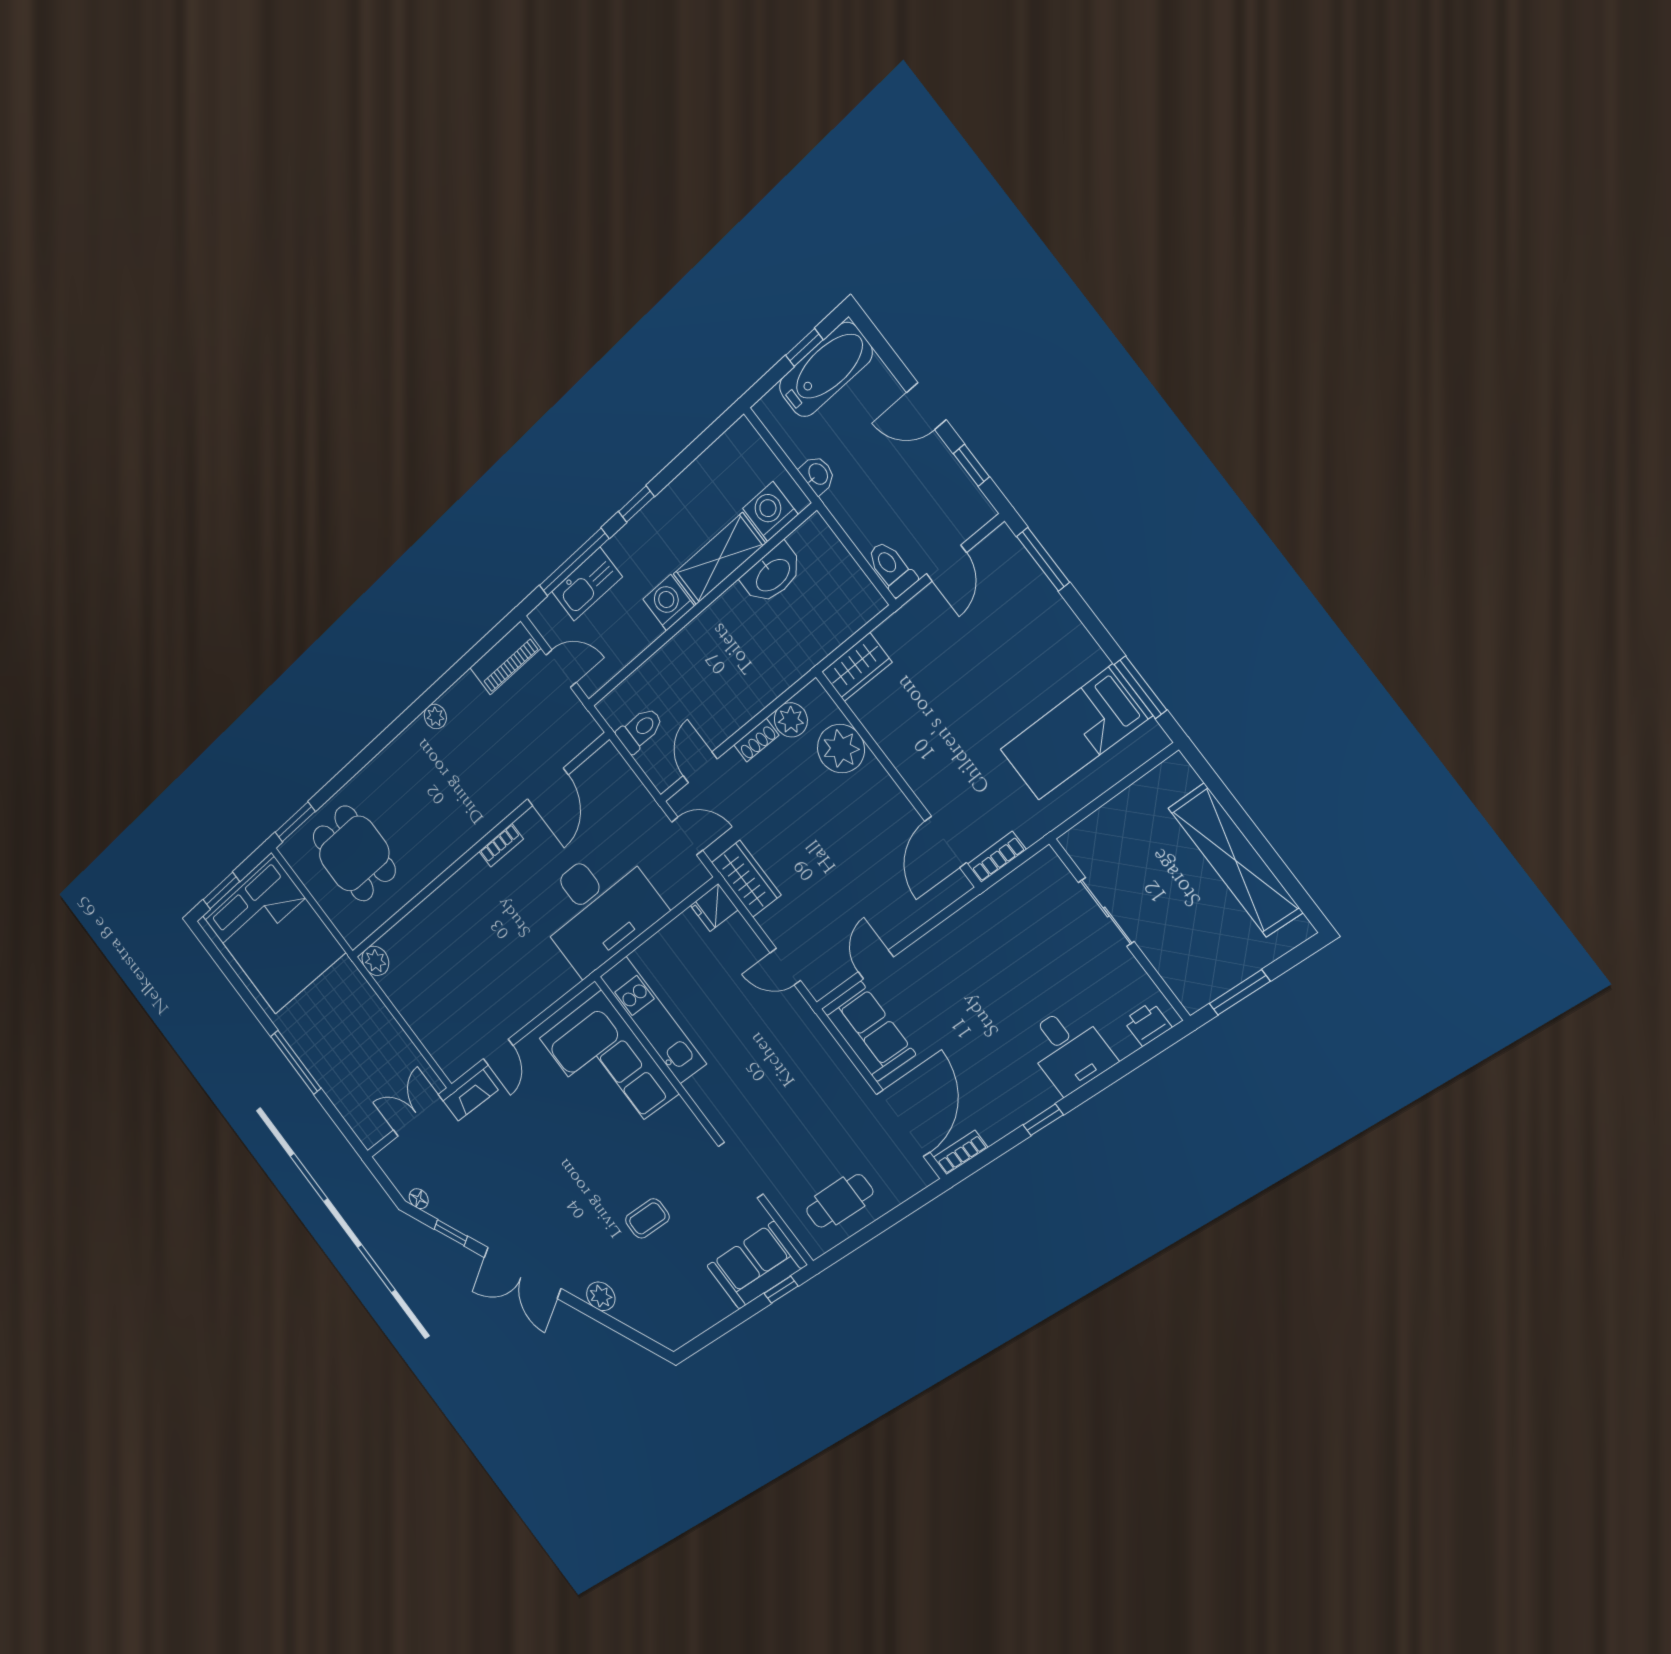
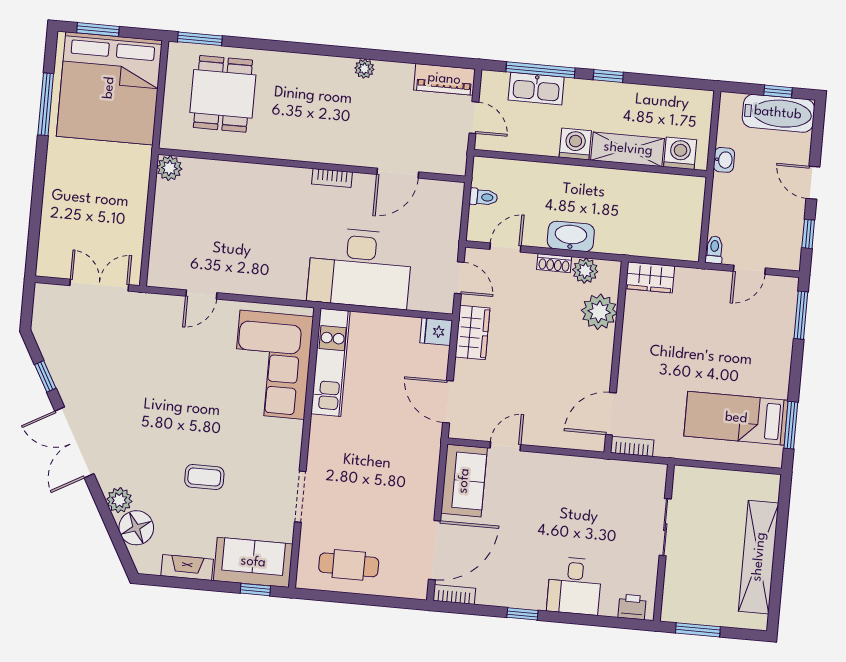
toilet: (892, 568) -> (714, 250), width x0.73, depth x0.72
washbasin: (772, 574) -> (571, 236), moved, turned 180
toilet: (640, 730) -> (483, 197), width x0.73, depth x0.72
door: (785, 967) -> (448, 402), width x1.38
window: (296, 1062) -> (46, 104), moved
fireplace: (470, 1095) -> (187, 567), moved, turned 180
floor lamp: (419, 1199) -> (136, 528), moved, width x1.89, depth x1.89

